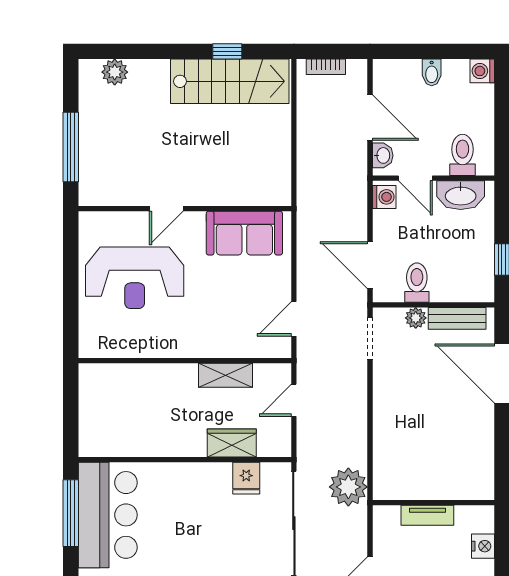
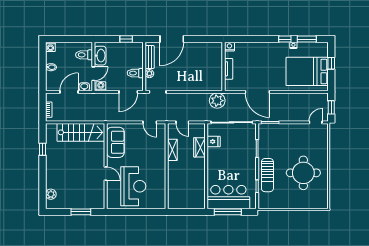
stairs: (230, 81) -> (81, 132), moved, turned 90
window: (71, 147) -> (81, 212), width x0.69
nightstand: (483, 546) -> (229, 47), moved

